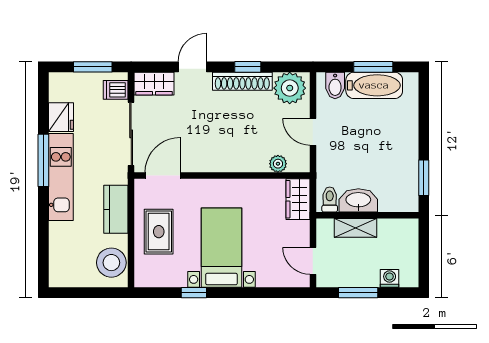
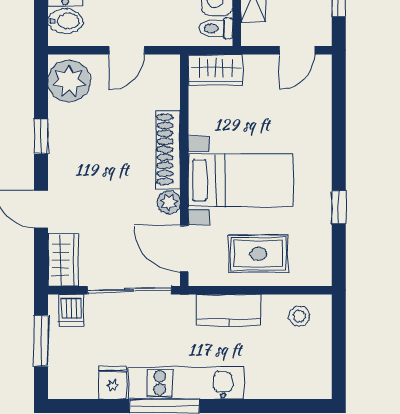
shoe rack: (242, 81) -> (168, 149), moved, turned 180
fridge: (61, 117) -> (113, 383), width x0.72
plant: (278, 164) -> (169, 202), moved
bed with nightstands: (221, 248) -> (241, 180), moved, turned 180
stool: (111, 263) -> (299, 316), width x0.53, depth x0.53

